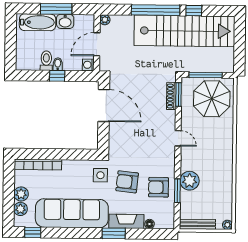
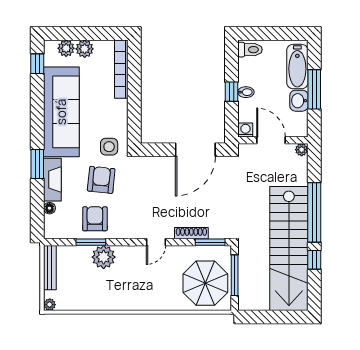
toilet: (46, 61) -> (250, 50), moved
shoe rack: (171, 96) -> (191, 233), moved

